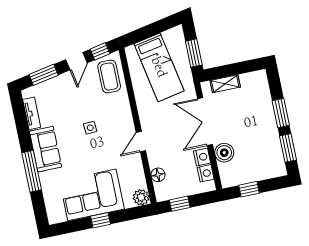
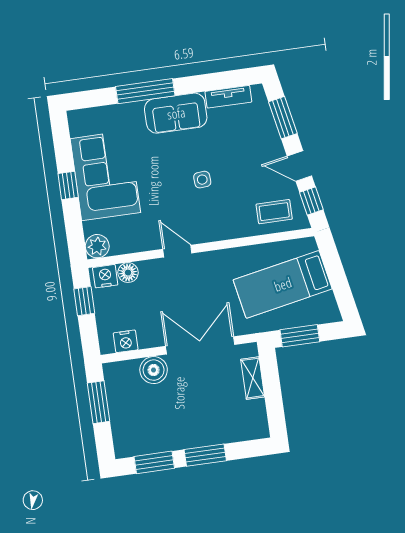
coffee table: (109, 77) -> (274, 212), width x0.73, depth x0.77
nightstand: (202, 157) -> (105, 276), moved, turned 180
window: (249, 189) -> (99, 402), width x1.50

